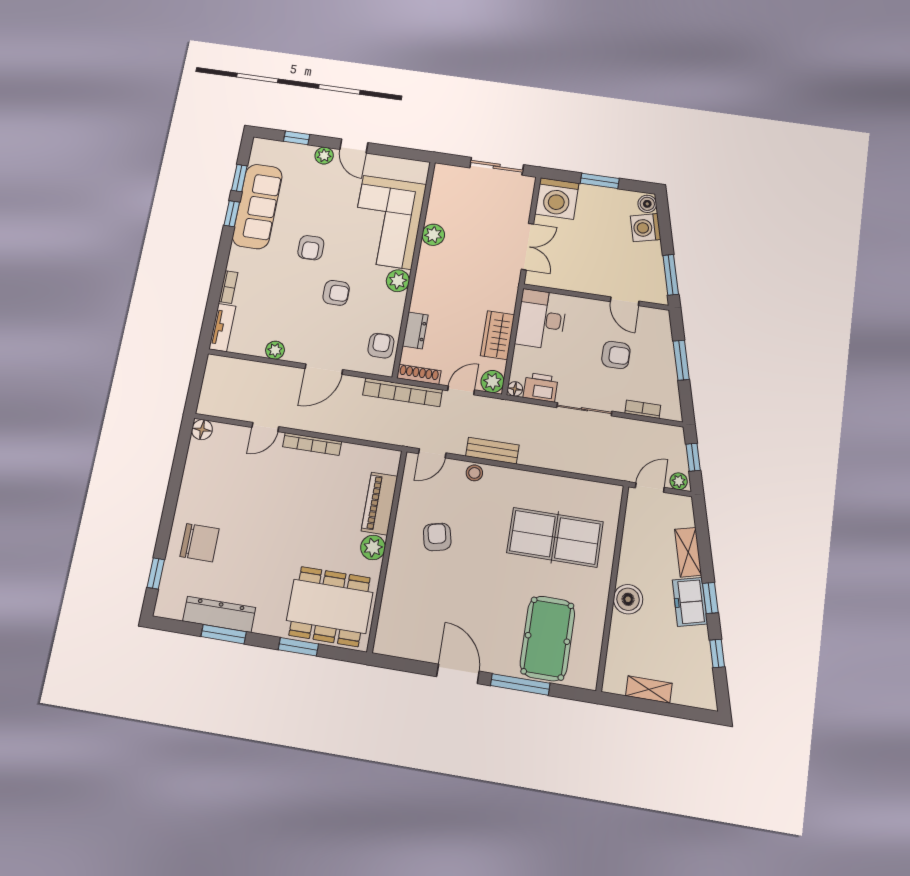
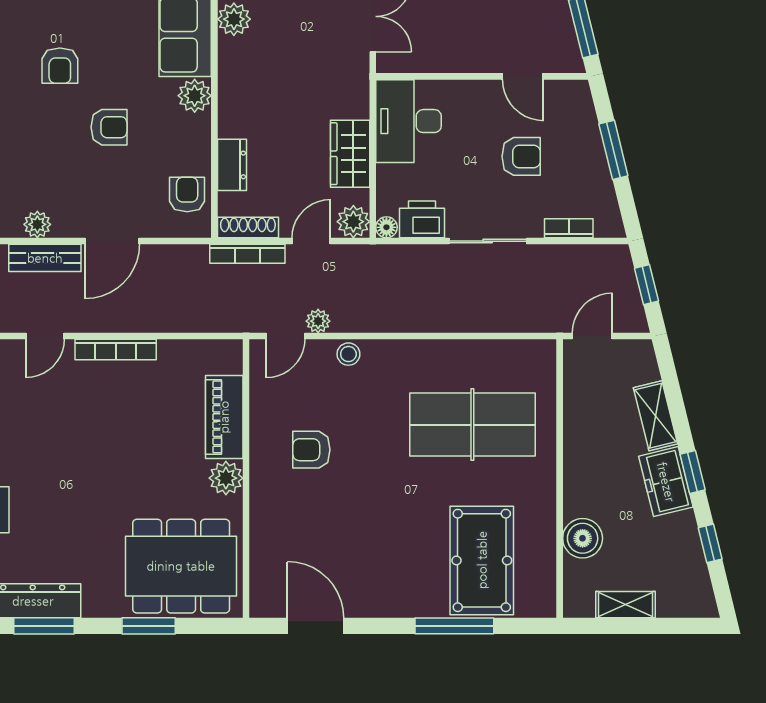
bookcase: (403, 392) -> (247, 254), width x0.68, depth x0.76
bench: (492, 451) -> (45, 258), moved
plant: (679, 481) -> (318, 321), moved
armchair: (437, 537) -> (311, 450), turned -77
boiler: (628, 599) -> (583, 538), moved
door: (458, 674) -> (316, 626), moved

